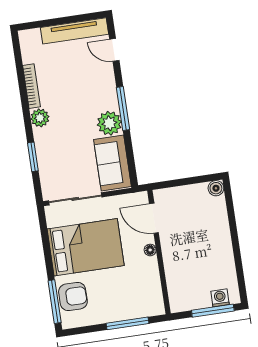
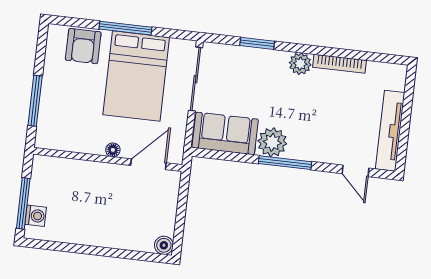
door: (114, 50) -> (356, 171), swing flipped
window: (55, 302) -> (125, 28), moved

